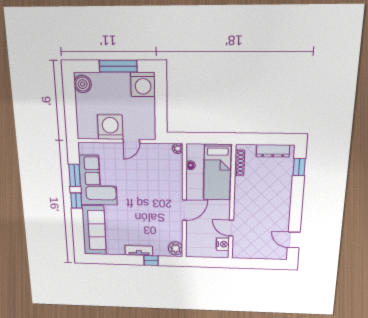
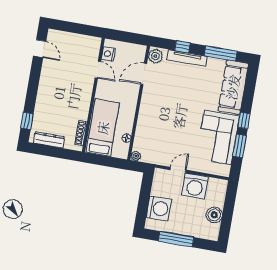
boiler: (83, 84) -> (214, 215), moved
washing machine: (143, 84) -> (159, 208), moved, turned 90
door: (184, 210) -> (144, 74), moved
tv unit: (139, 251) -> (187, 58), width x1.41
window: (113, 259) -> (221, 53), added

